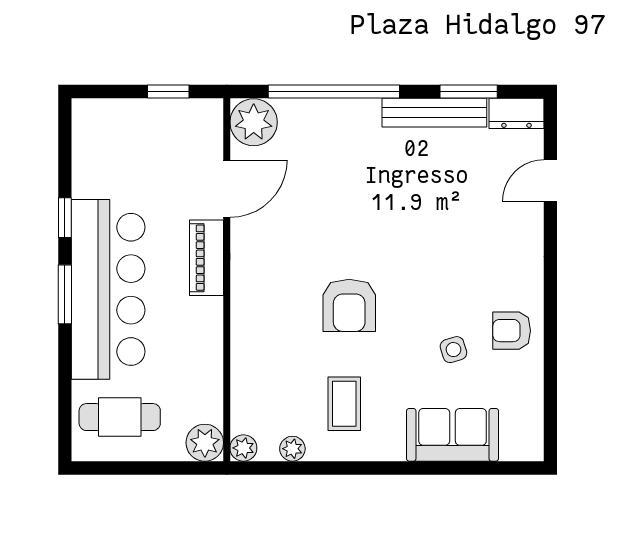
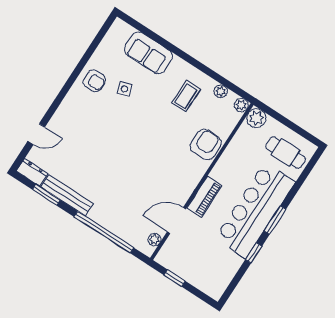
plant: (254, 122) -> (154, 240), width x0.53, depth x0.53
armchair: (349, 305) -> (206, 145), moved

